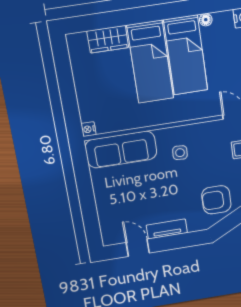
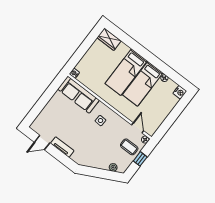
wardrobe: (108, 39) -> (109, 39), moved
armchair: (216, 200) -> (95, 156), removed
door: (138, 248) -> (42, 142), swing flipped

